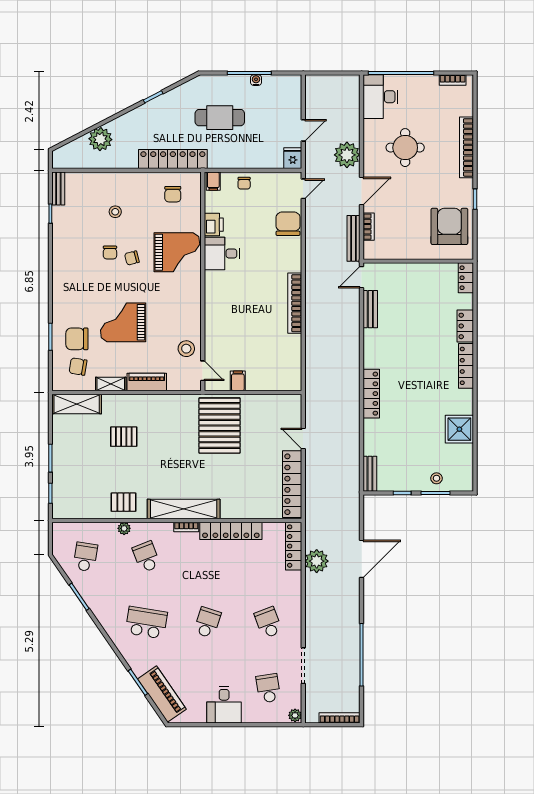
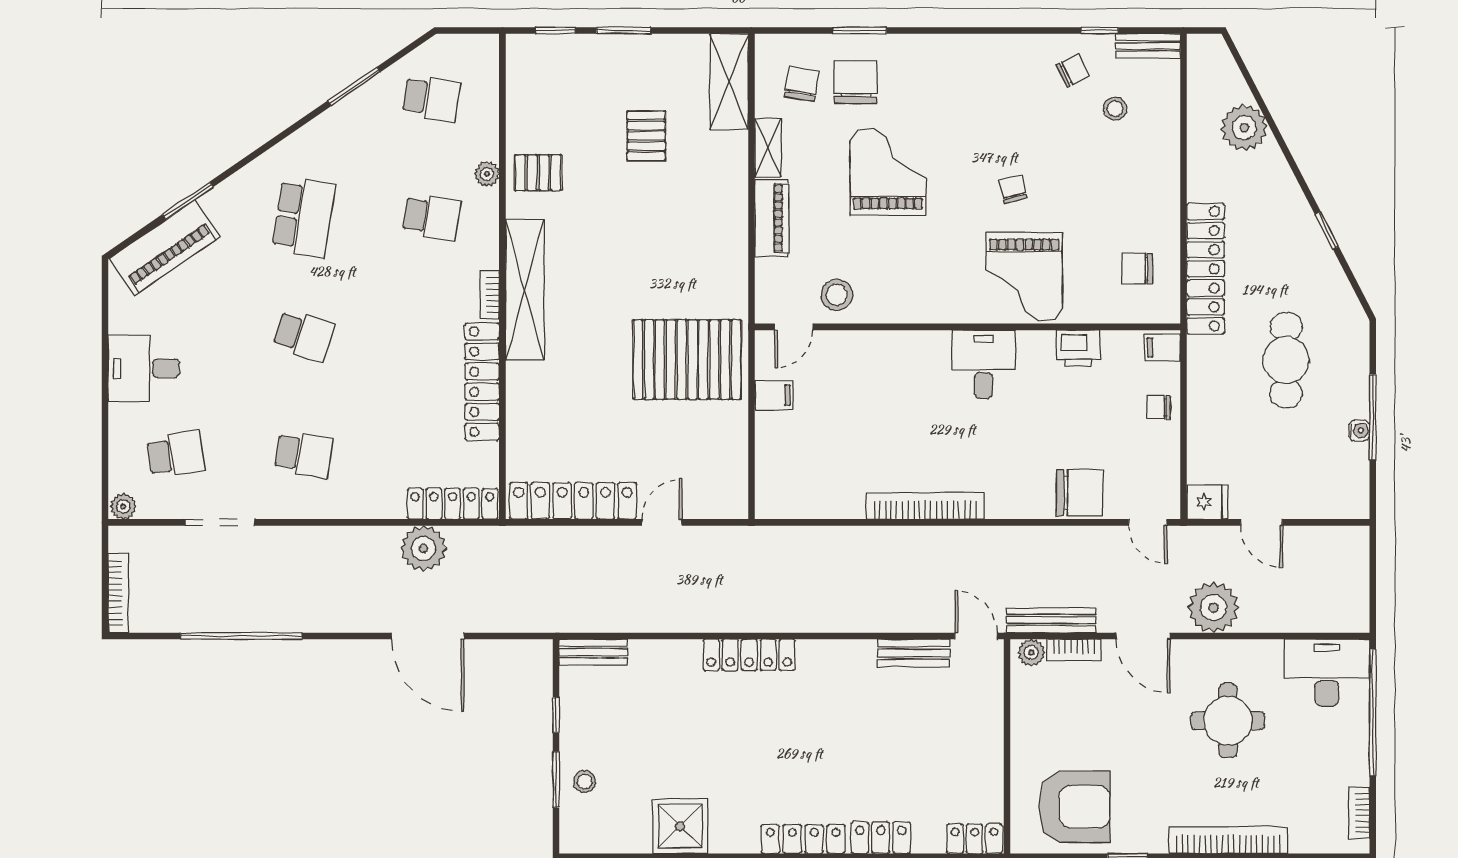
stool: (115, 212) -> (1115, 109), moved
plant: (370, 249) -> (1031, 652), added
chair: (110, 252) -> (1073, 70), moved, turned 153
desk: (222, 253) -> (984, 364), moved
pallet: (124, 437) -> (646, 136), moved
pallet: (123, 502) -> (538, 173), turned 90
school desk: (146, 557) -> (432, 217), turned 30
school desk: (268, 623) -> (304, 454), turned 30

